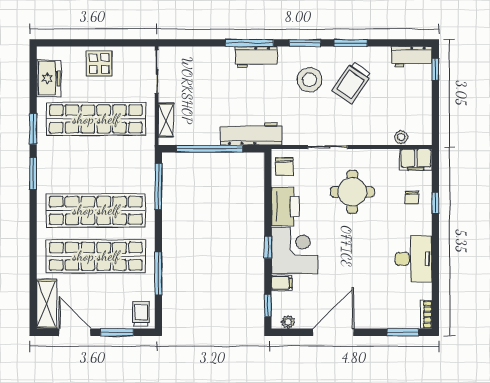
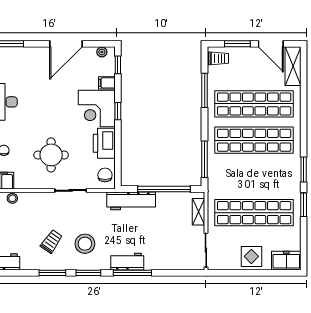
freezer: (49, 78) -> (286, 261), moved, turned 90
trolley: (352, 83) -> (51, 241), width x0.73, depth x0.72
trolley: (141, 314) -> (218, 58), turned -90

